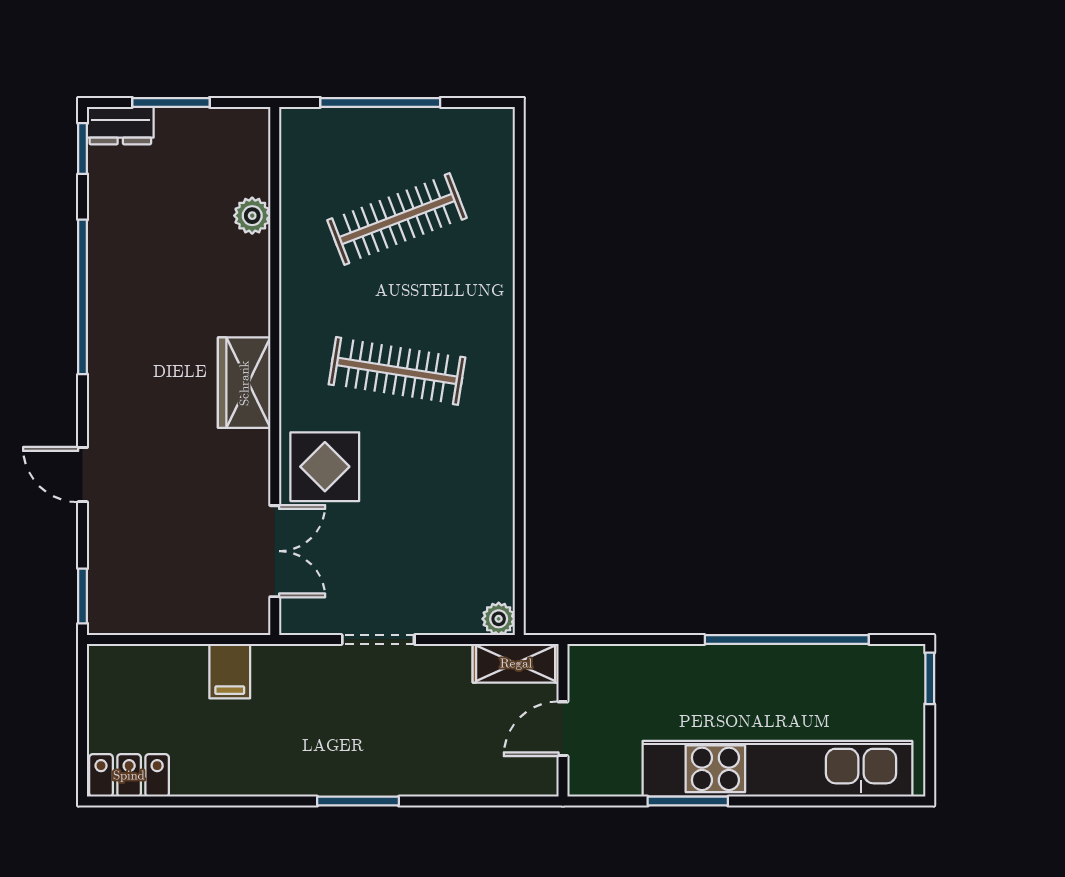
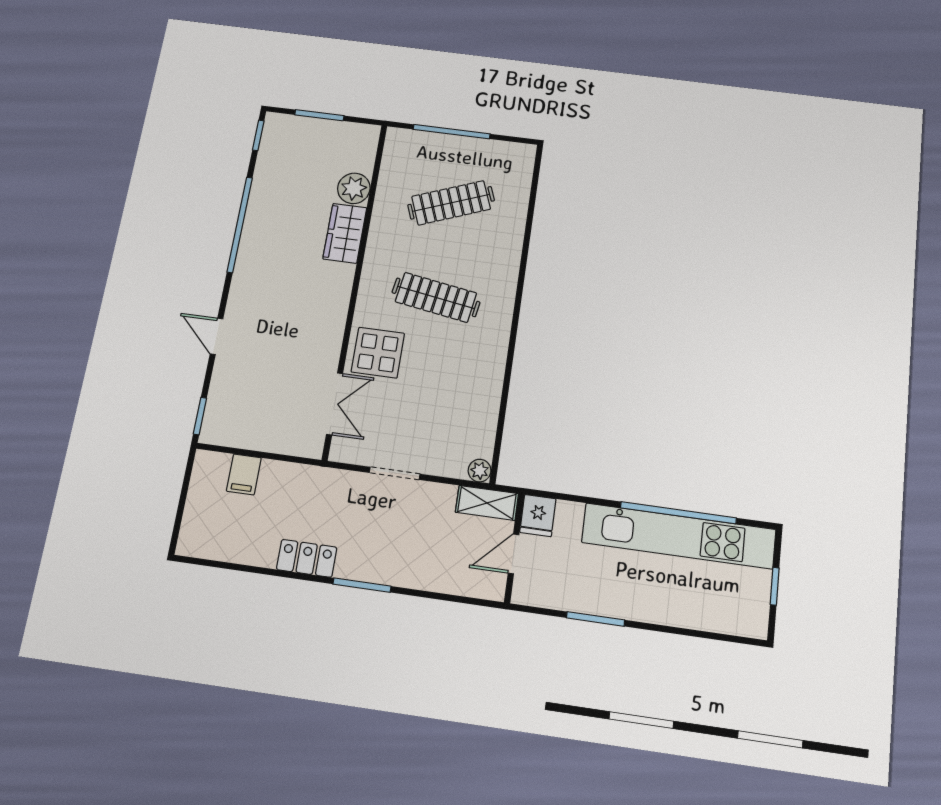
dresser: (120, 126) -> (285, 125), removed
plant: (252, 216) -> (354, 188), width x1.38, depth x1.38
wardrobe: (244, 383) -> (345, 233), moved
filing cabinet: (230, 671) -> (244, 474), moved
fridge: (590, 671) -> (538, 516), added
window: (930, 678) -> (775, 586), moved
kitchen unit: (777, 769) -> (679, 536), moved, turned 180
locker: (129, 775) -> (307, 558), moved

